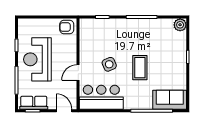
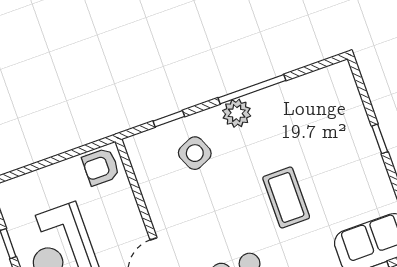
plant: (180, 25) -> (237, 113), moved
side table: (109, 64) -> (195, 153), moved

